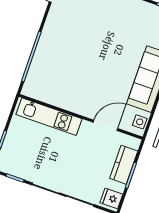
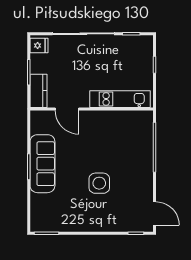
side table: (140, 122) -> (99, 183), moved, width x1.87, depth x1.87
door: (105, 125) -> (67, 109), hinge flipped
kitchen counter: (124, 165) -> (38, 91), moved

